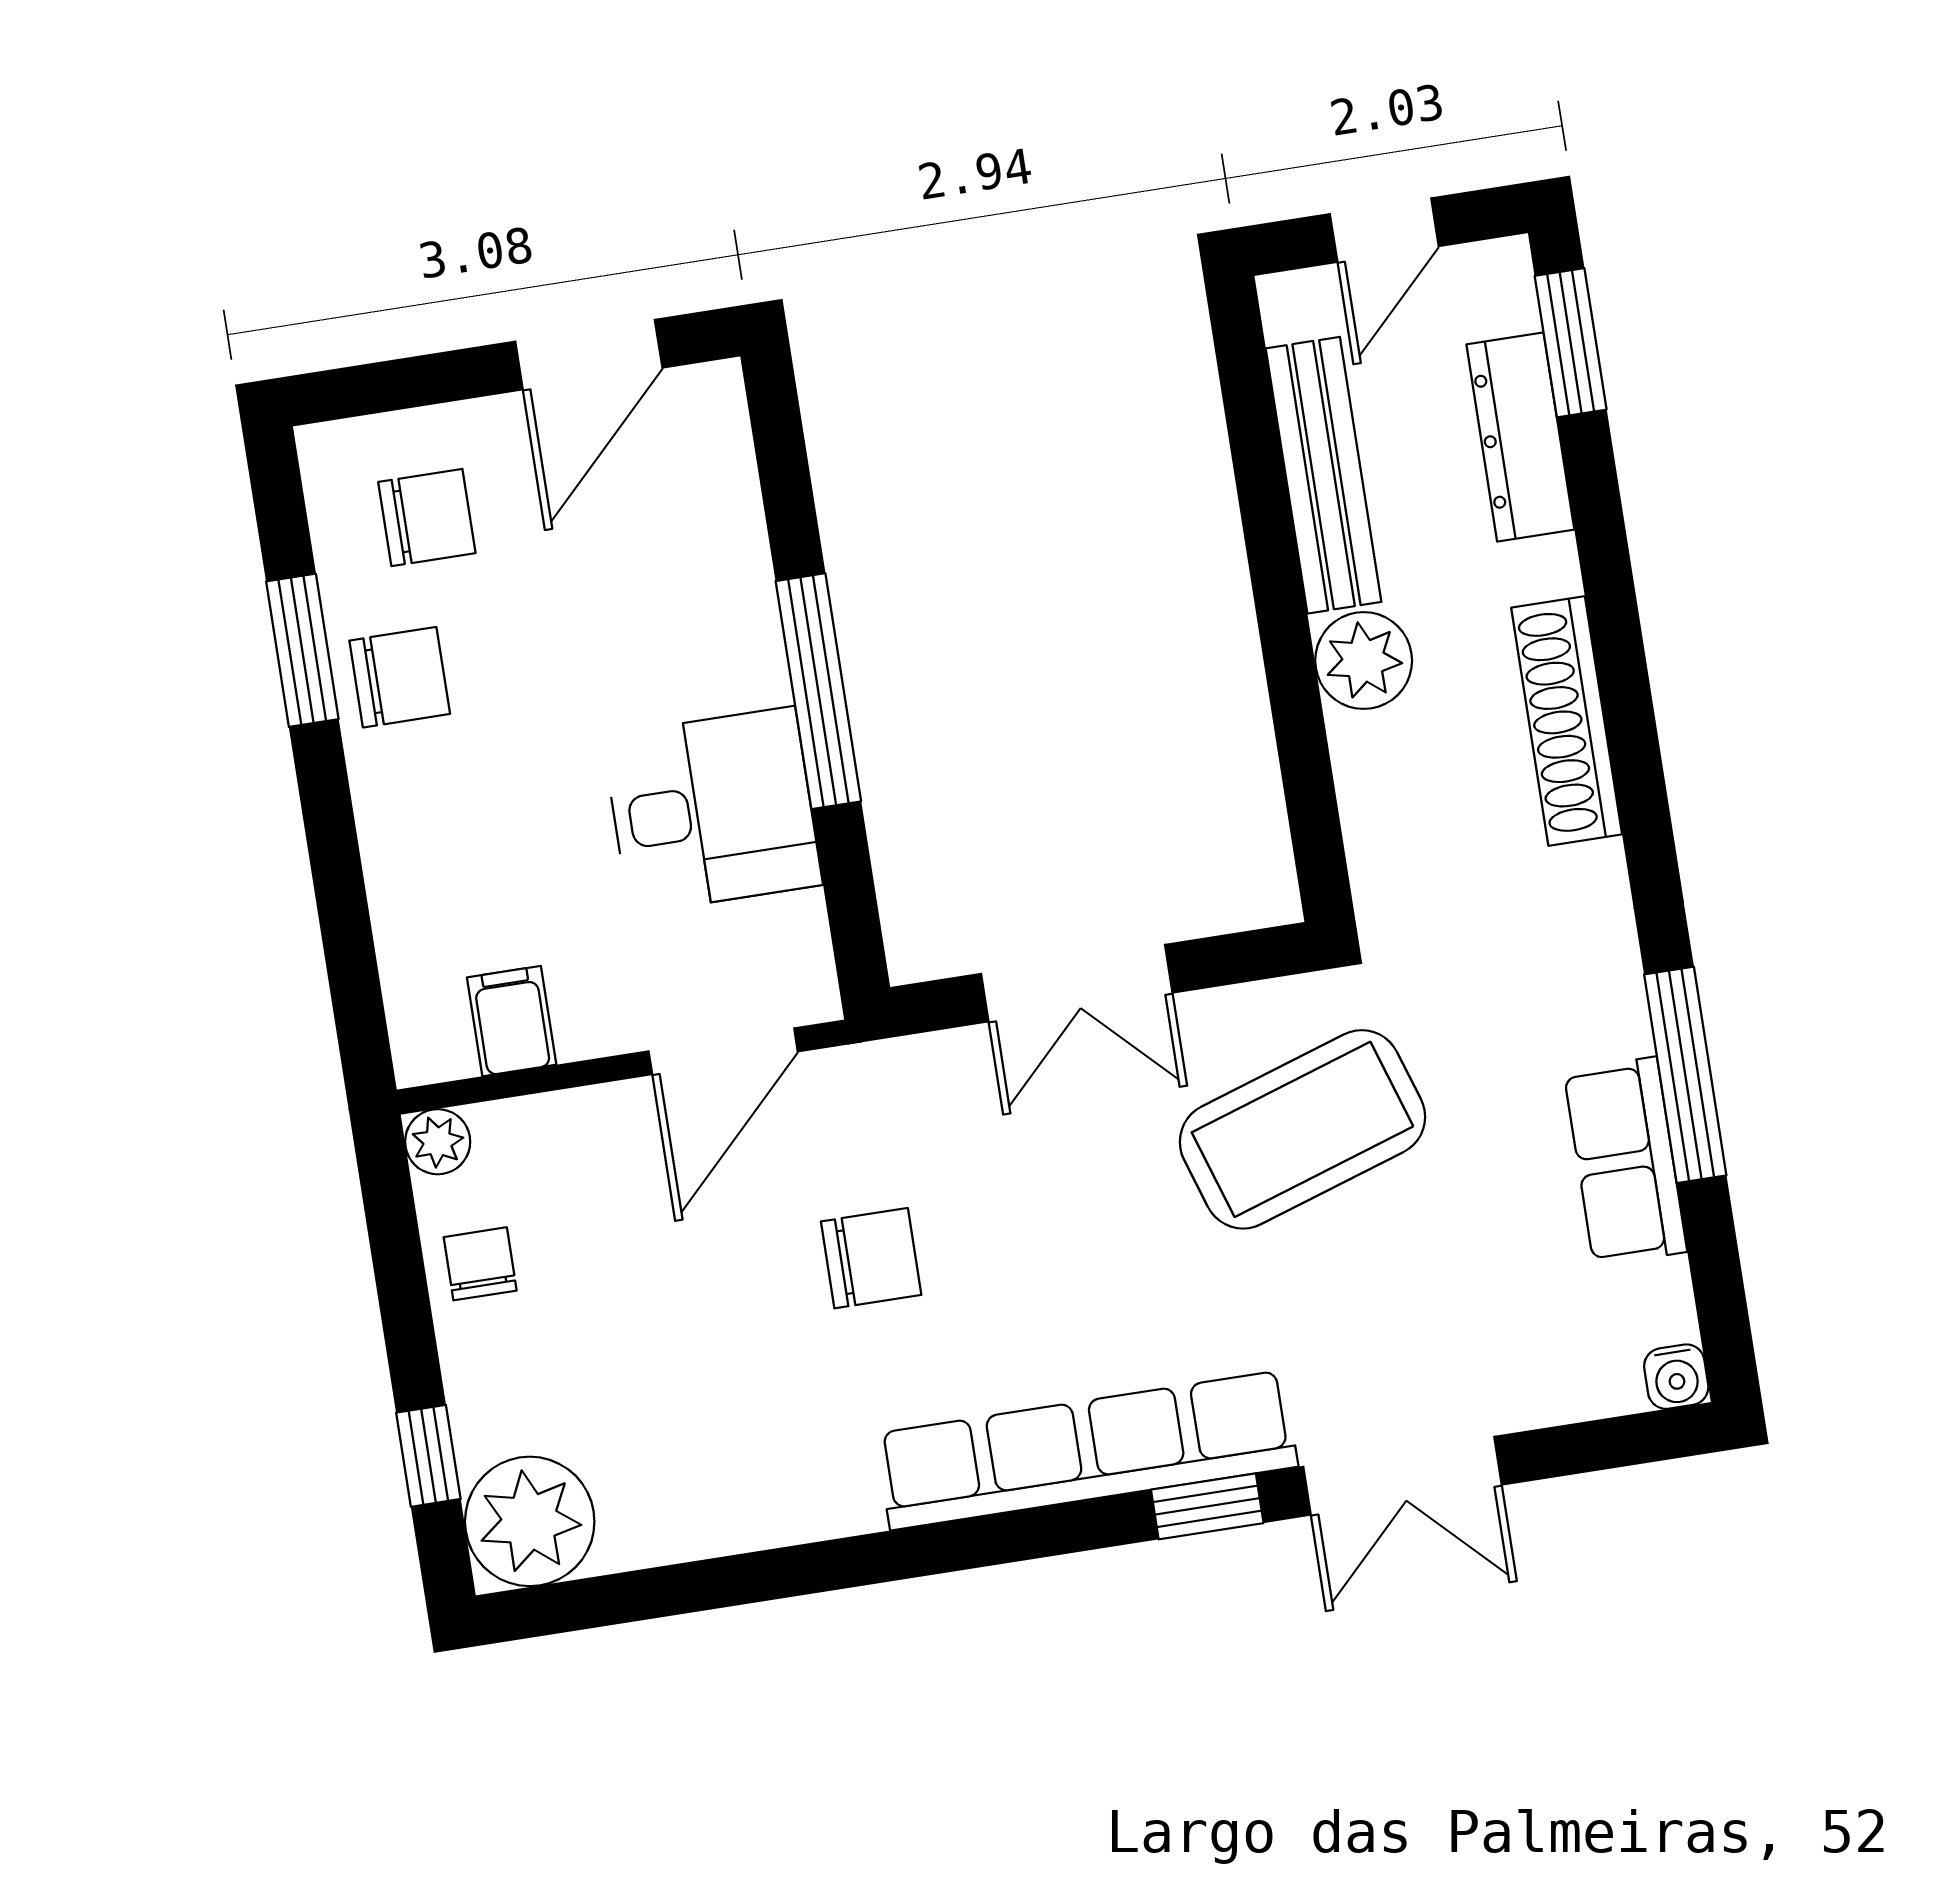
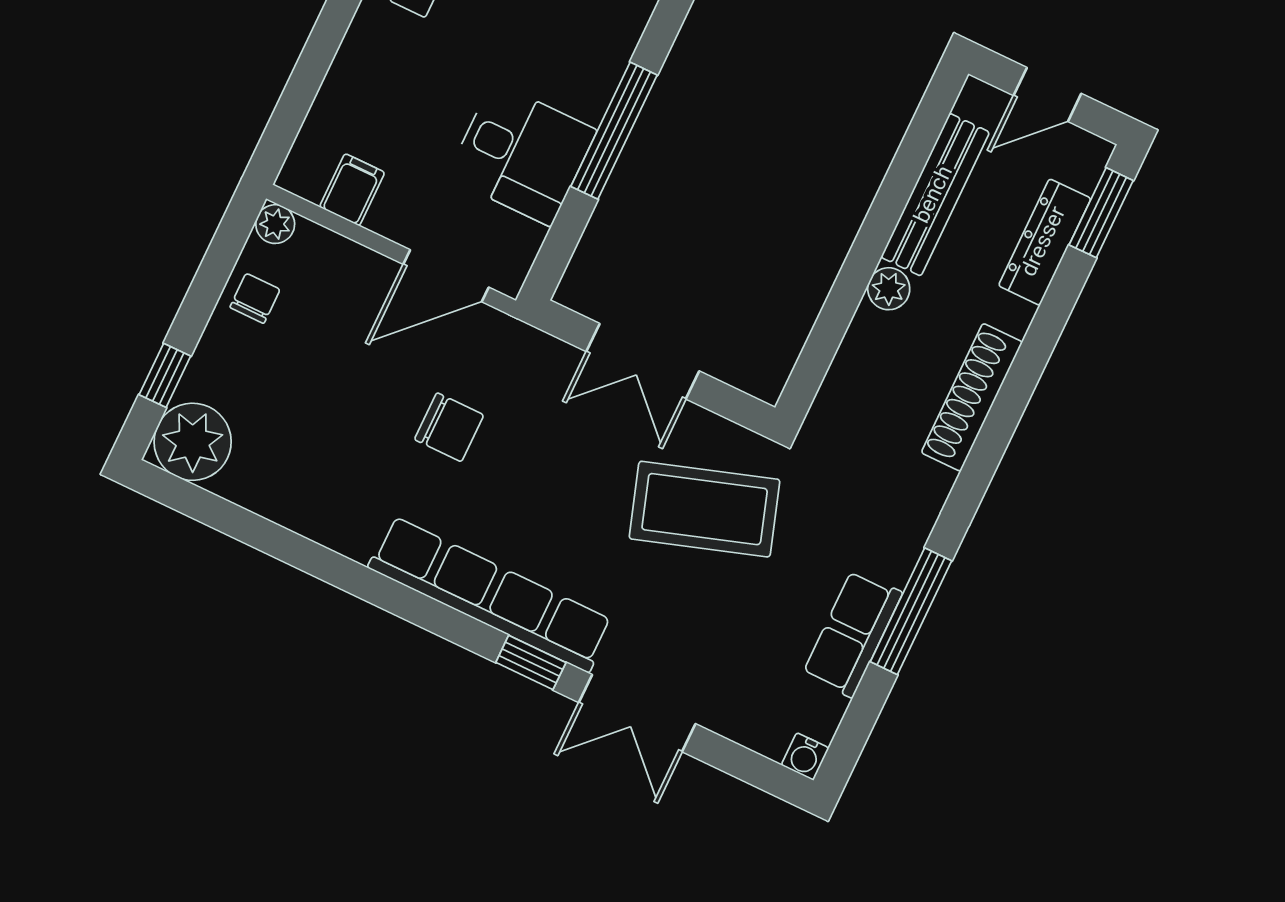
plant: (1364, 661) -> (889, 289), width x0.73, depth x0.73

